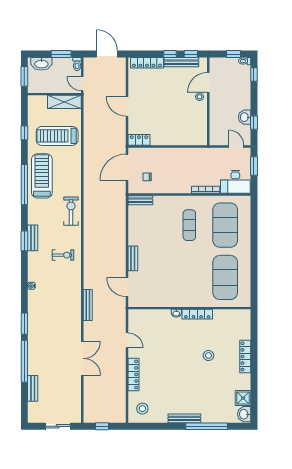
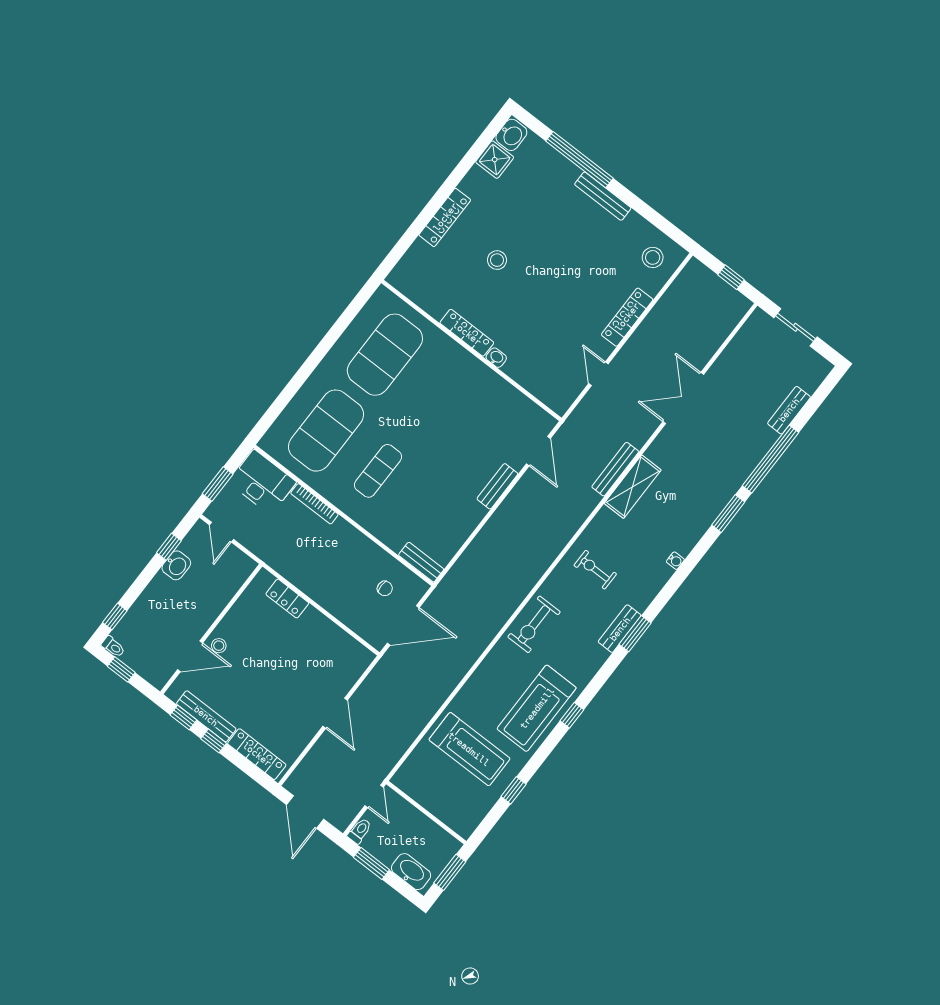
shelving: (64, 102) -> (633, 487), moved, turned 90
locker: (139, 140) -> (287, 599), moved
window: (24, 185) -> (572, 715), width x0.32

